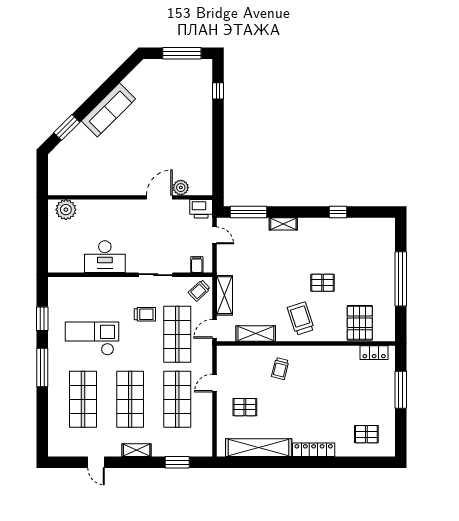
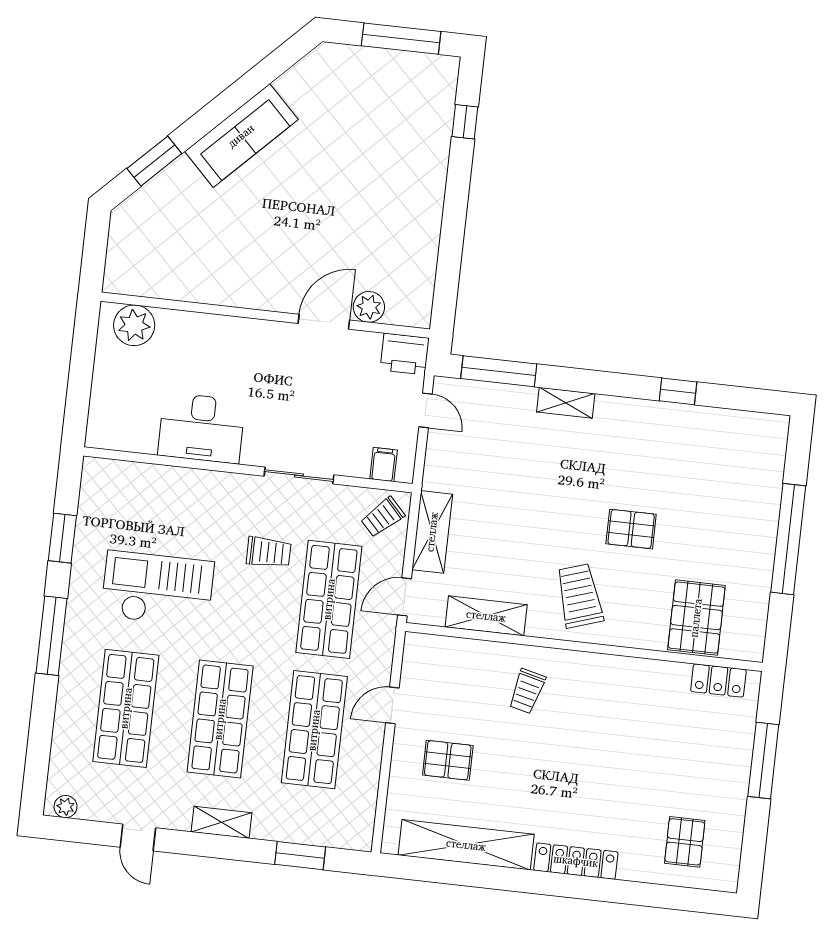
pallet: (366, 434) -> (685, 842), turned 90
plant: (59, 451) -> (65, 807), added

